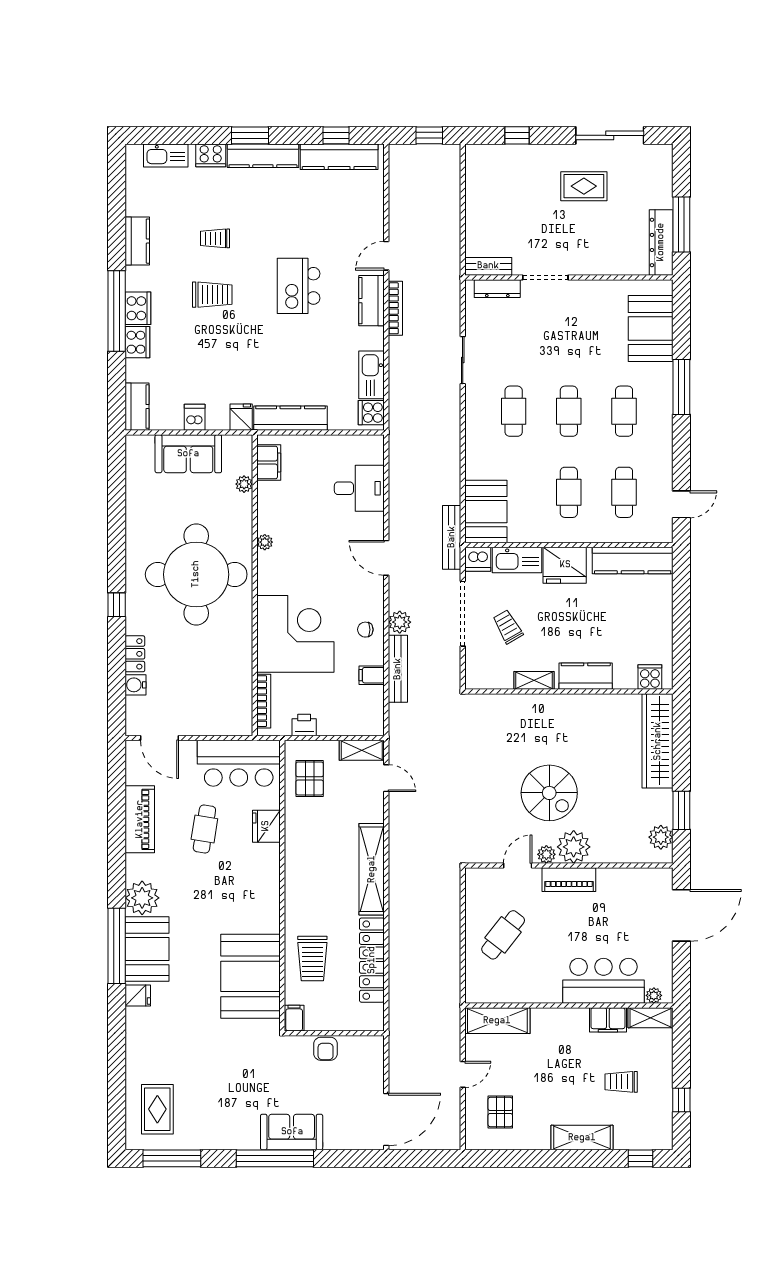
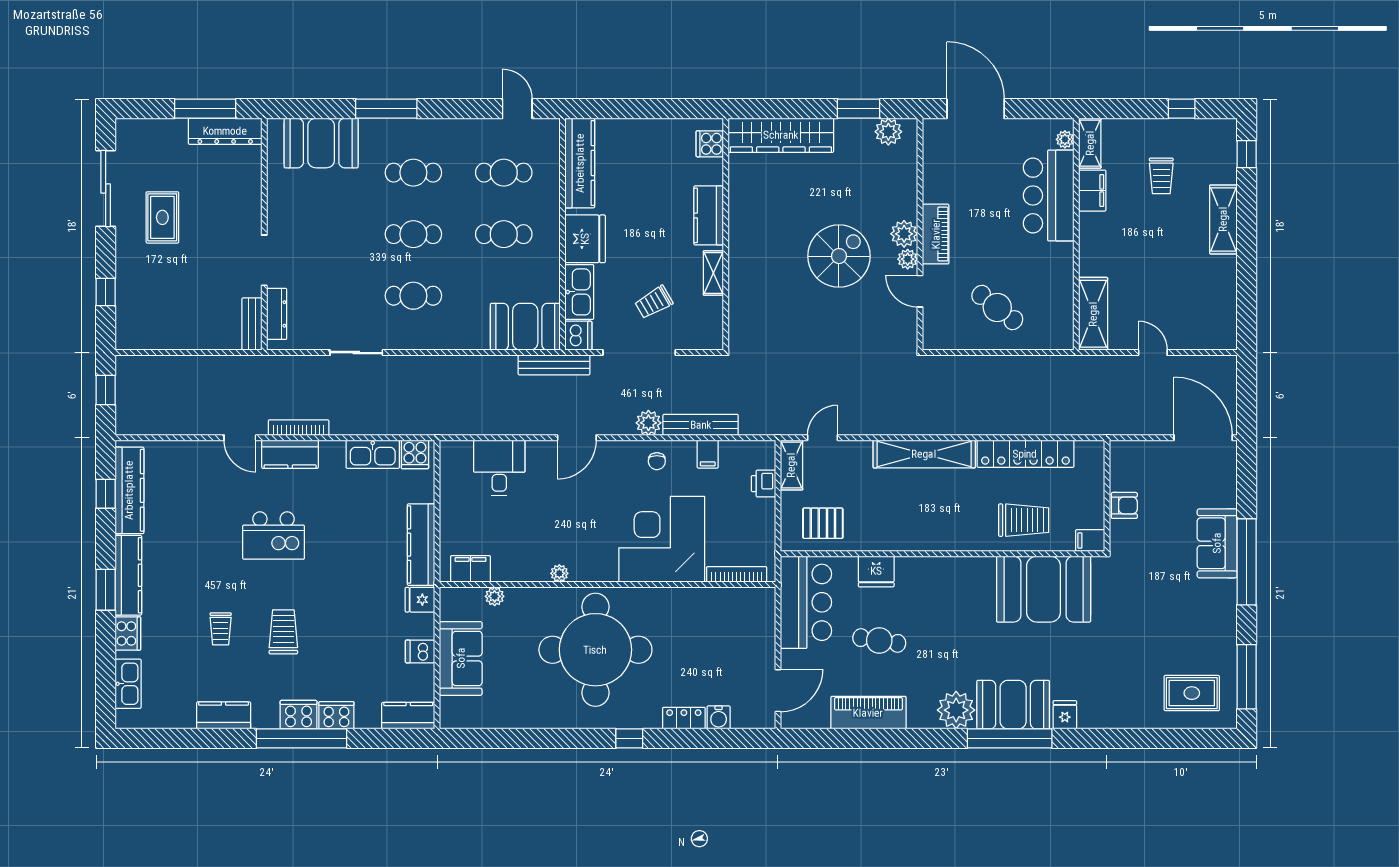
printer: (304, 725) -> (763, 484), moved
plant: (574, 847) -> (904, 234), width x0.73, depth x0.73
pallet: (500, 1112) -> (1195, 311), removed

